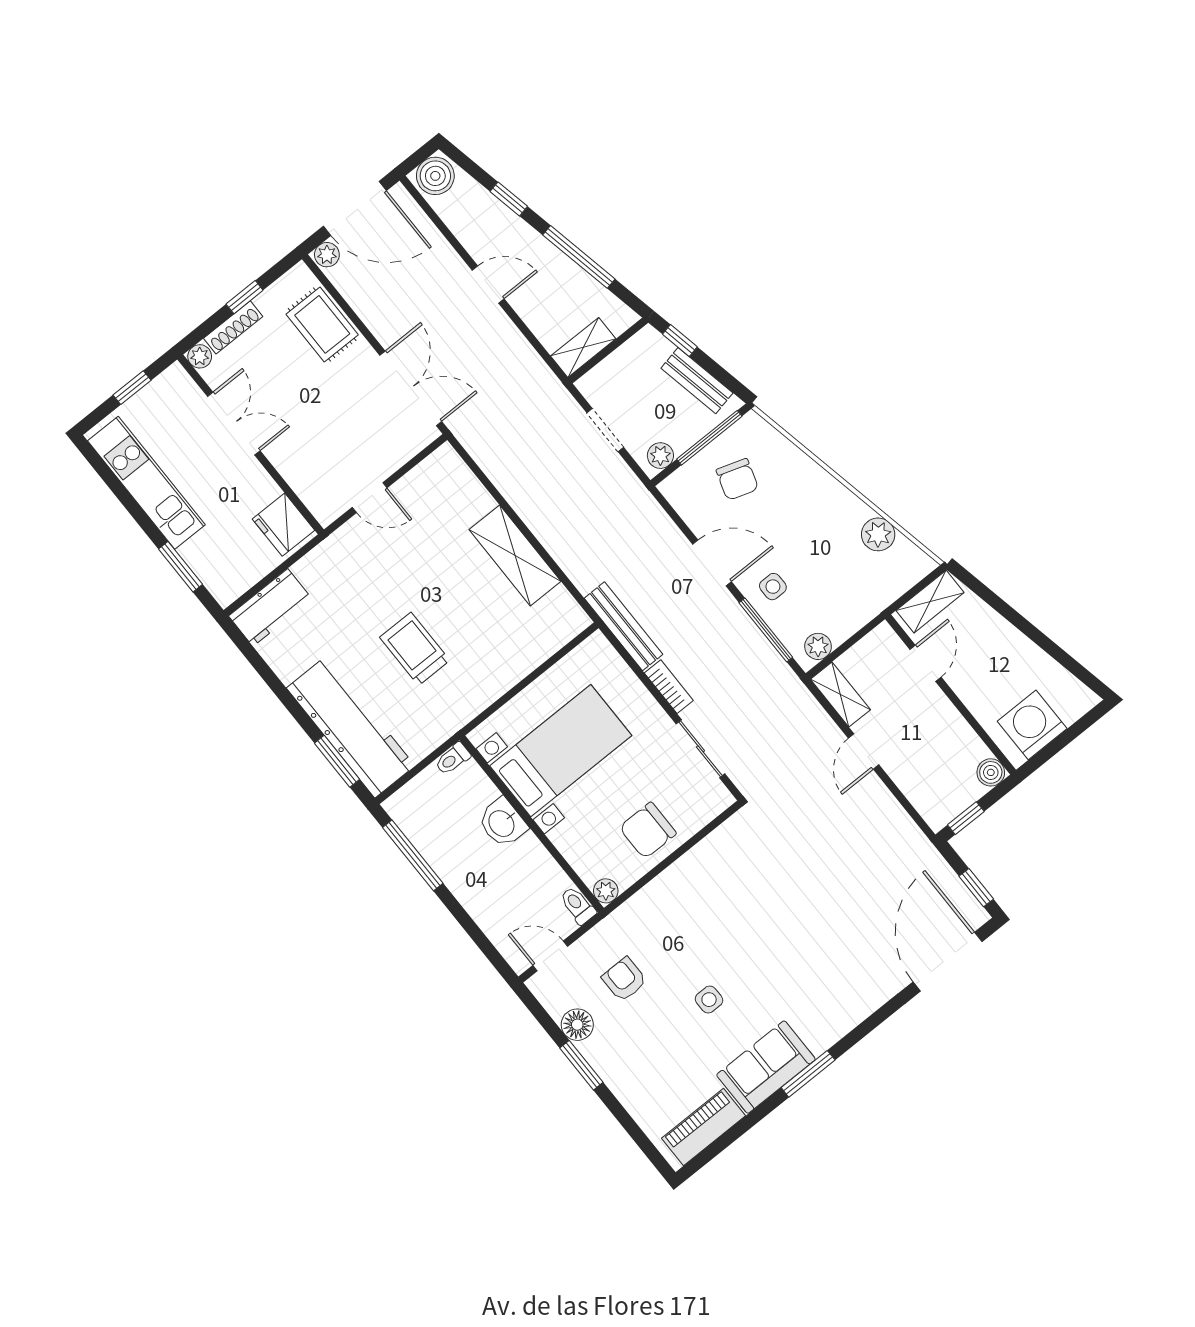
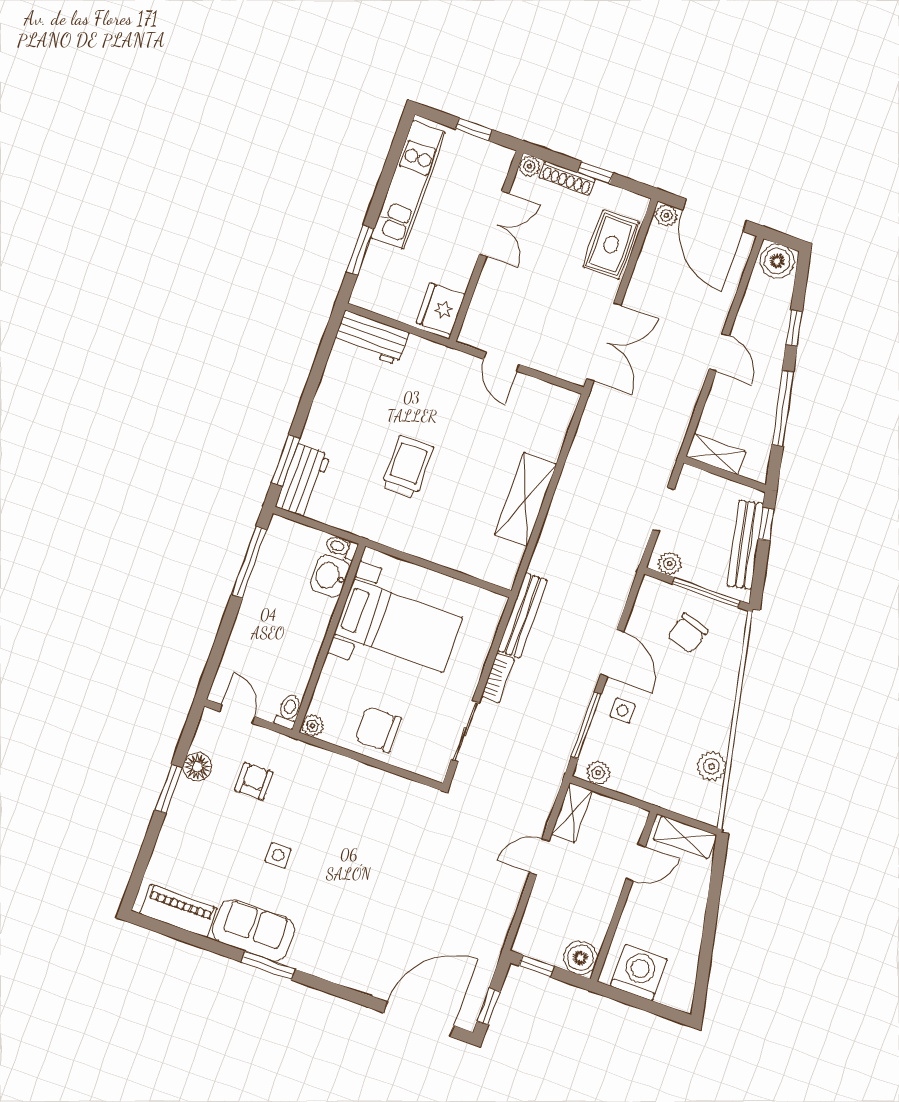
bench: (697, 381) -> (745, 545), width x1.36
workbench: (351, 727) -> (303, 481), width x0.53, depth x0.76
boiler: (991, 772) -> (580, 958), width x1.36, depth x1.36
washbasin: (502, 823) -> (330, 576), moved

